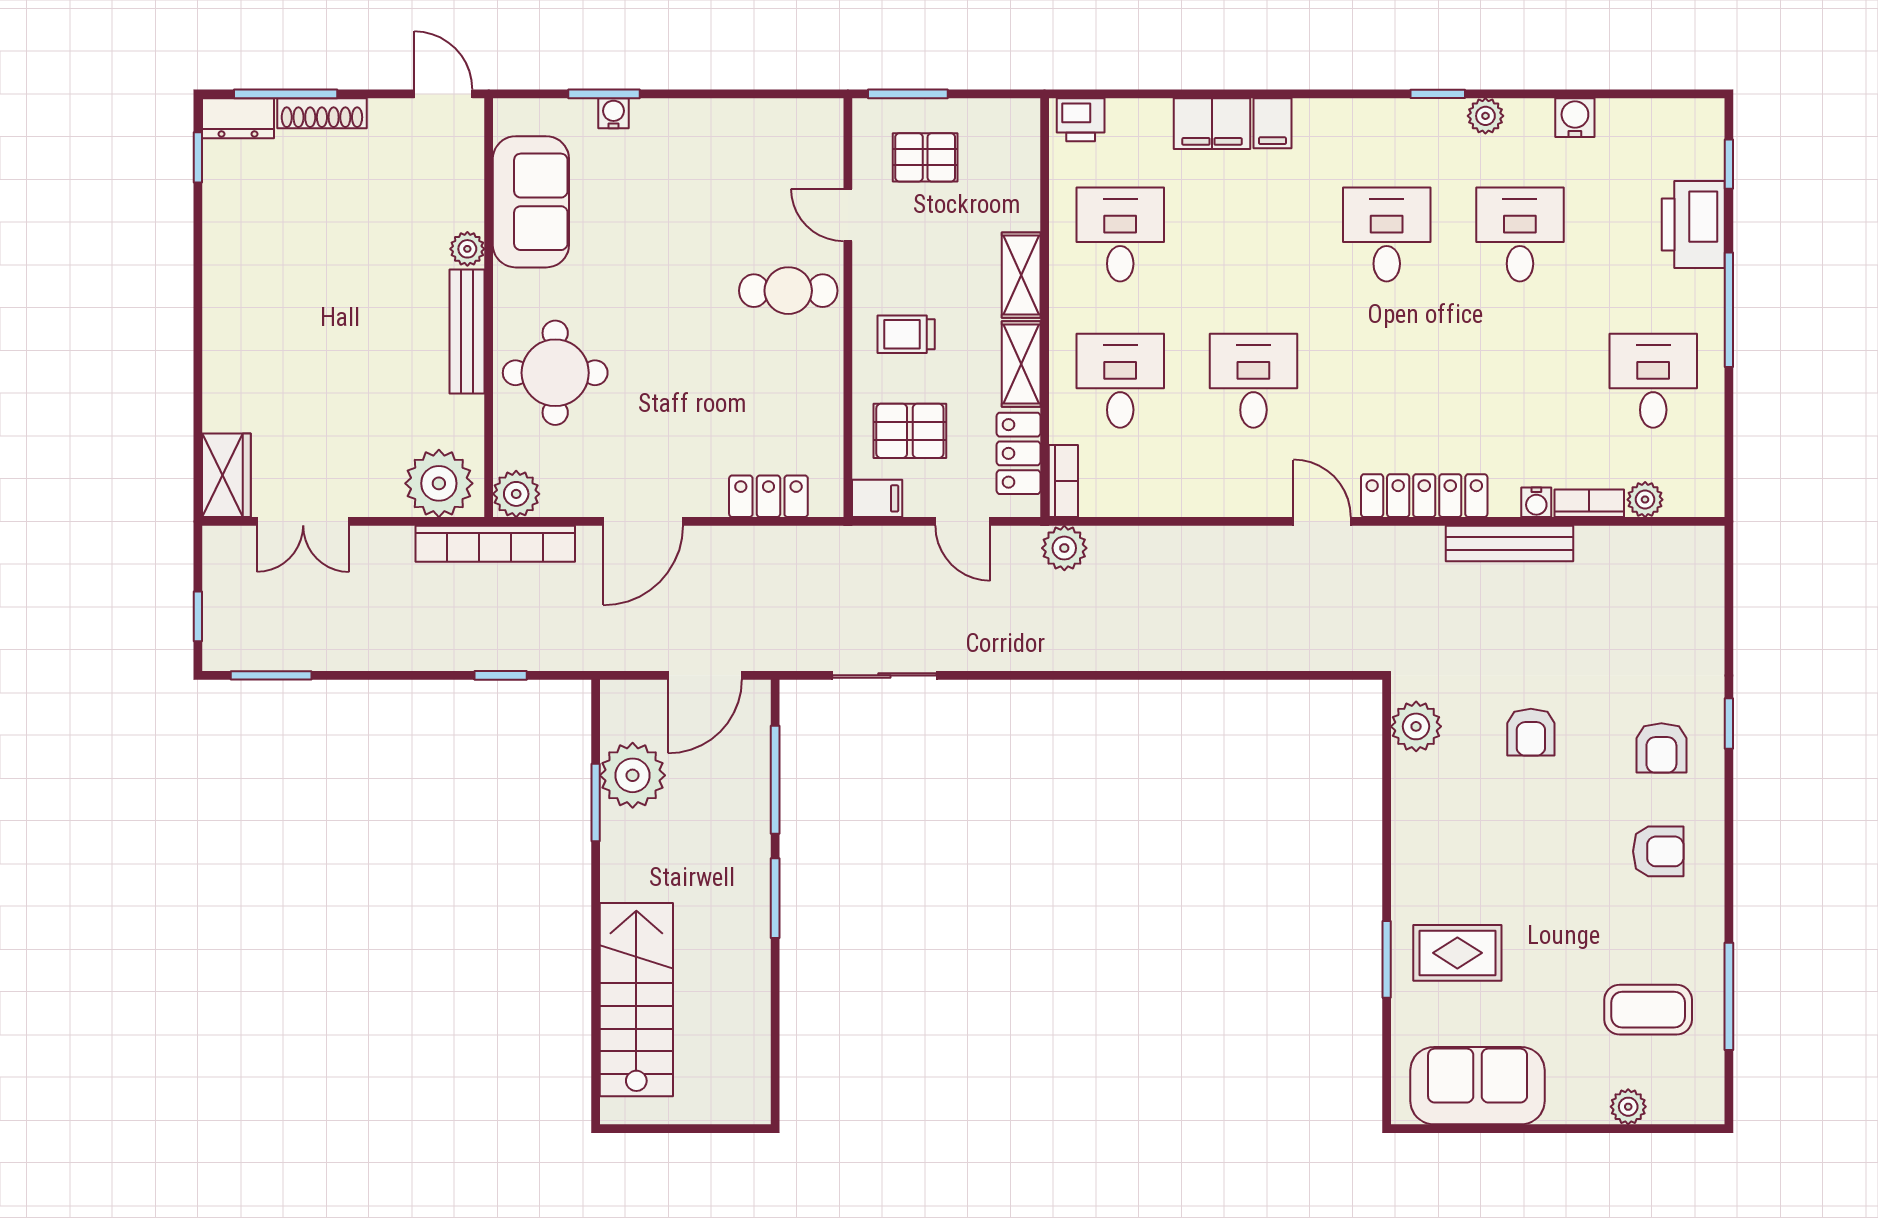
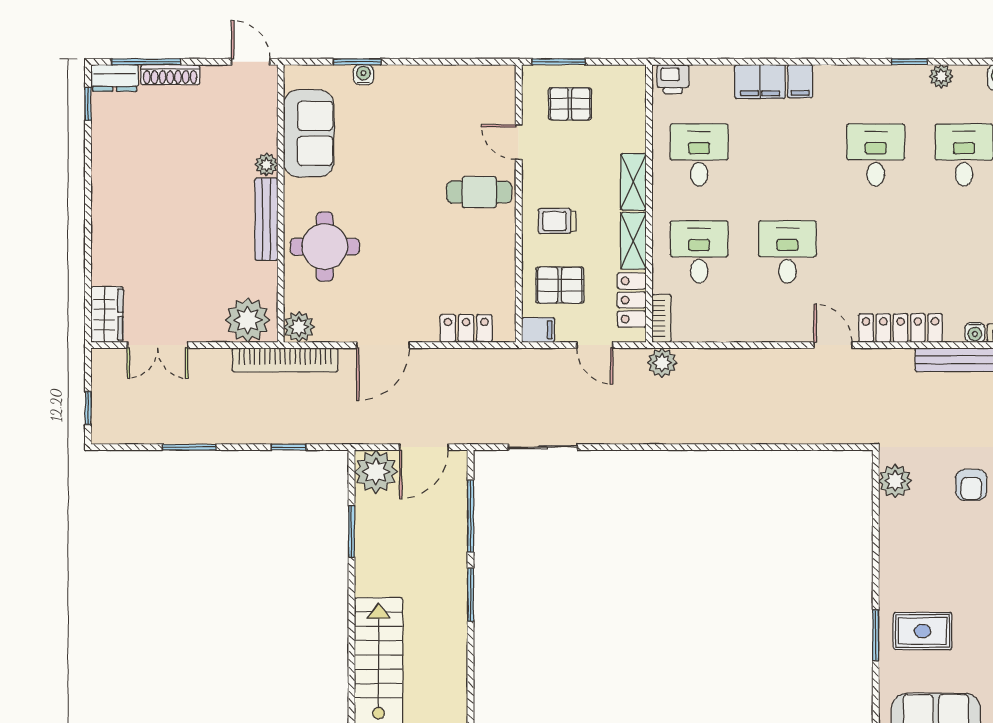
window: (271, 675) -> (189, 447), moved
plant: (633, 775) -> (376, 472), moved

